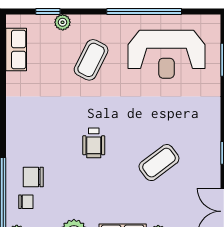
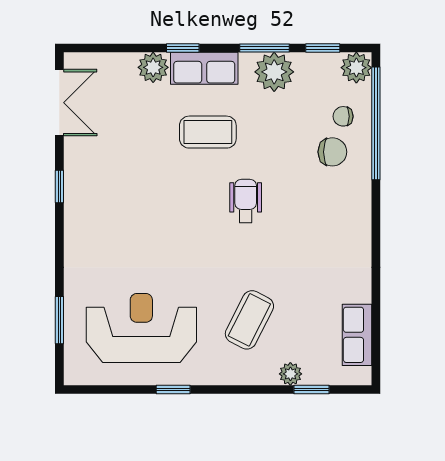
window: (144, 11) -> (173, 389), width x0.32
coffee table: (159, 163) -> (208, 132), moved, turned 37

